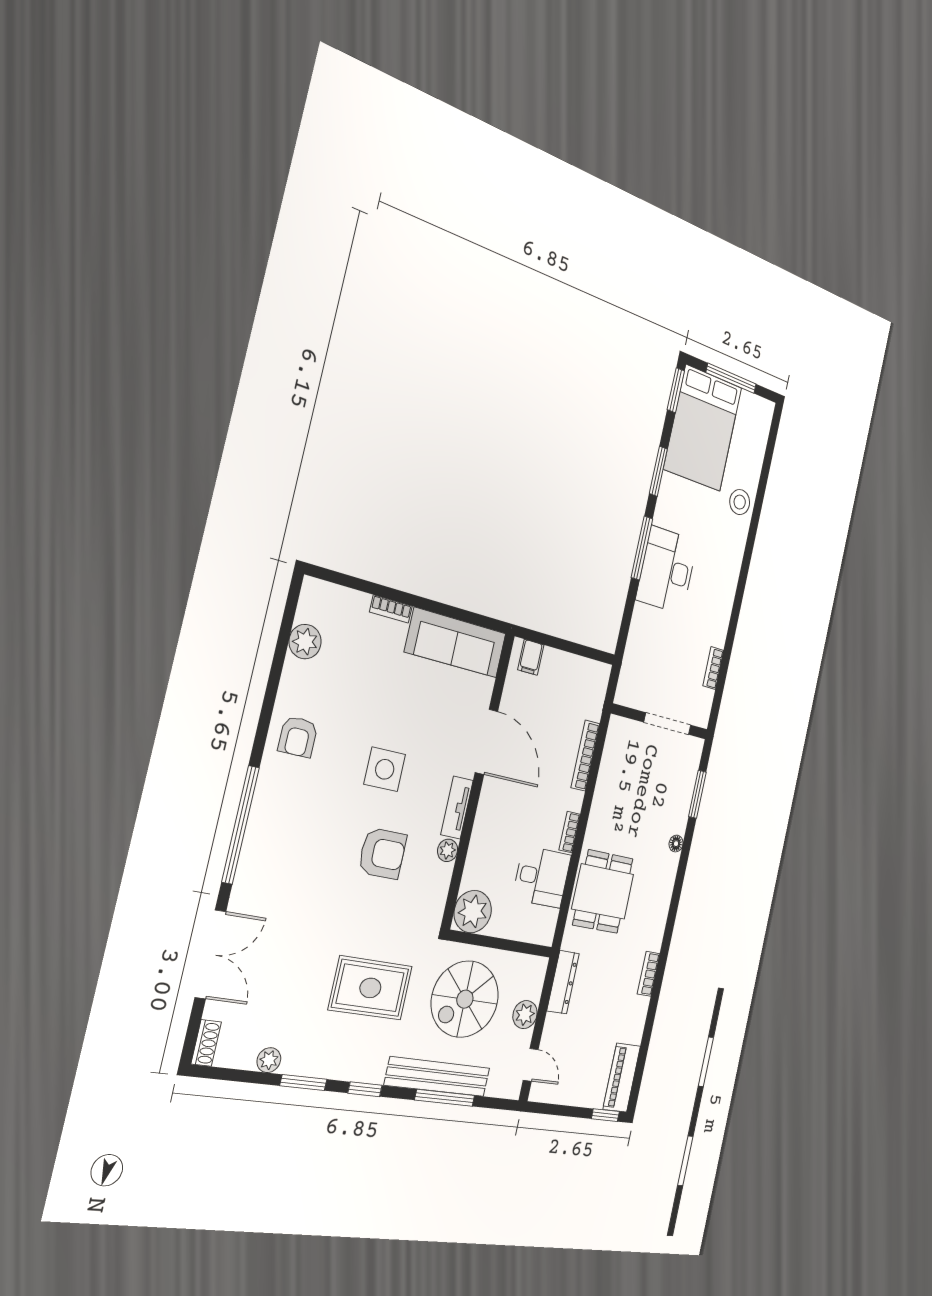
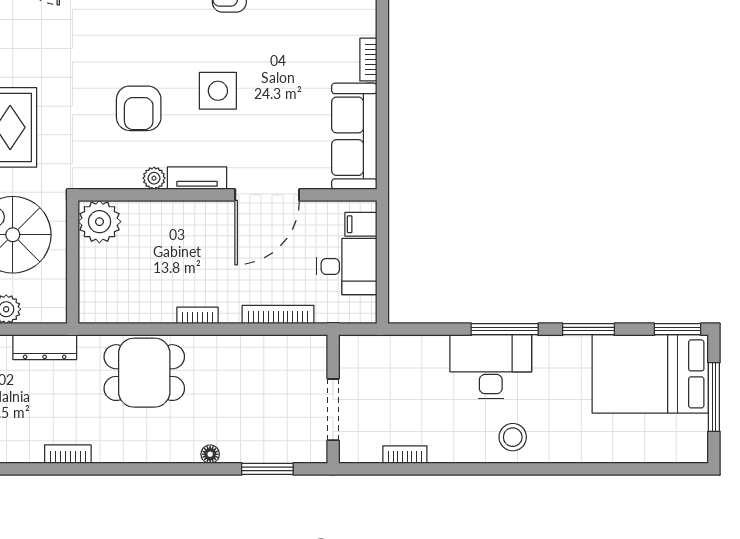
stool: (740, 502) -> (513, 437), moved
desk: (542, 877) -> (347, 266), moved, turned -90

